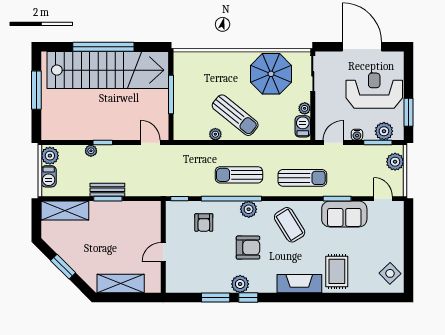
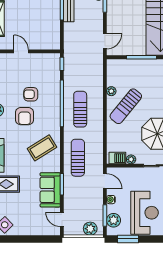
sun lounger: (302, 178) -> (78, 158), turned 180
door: (383, 199) -> (62, 219), swing flipped
plant: (249, 209) -> (54, 117), removed
armchair: (204, 222) -> (31, 94), moved

